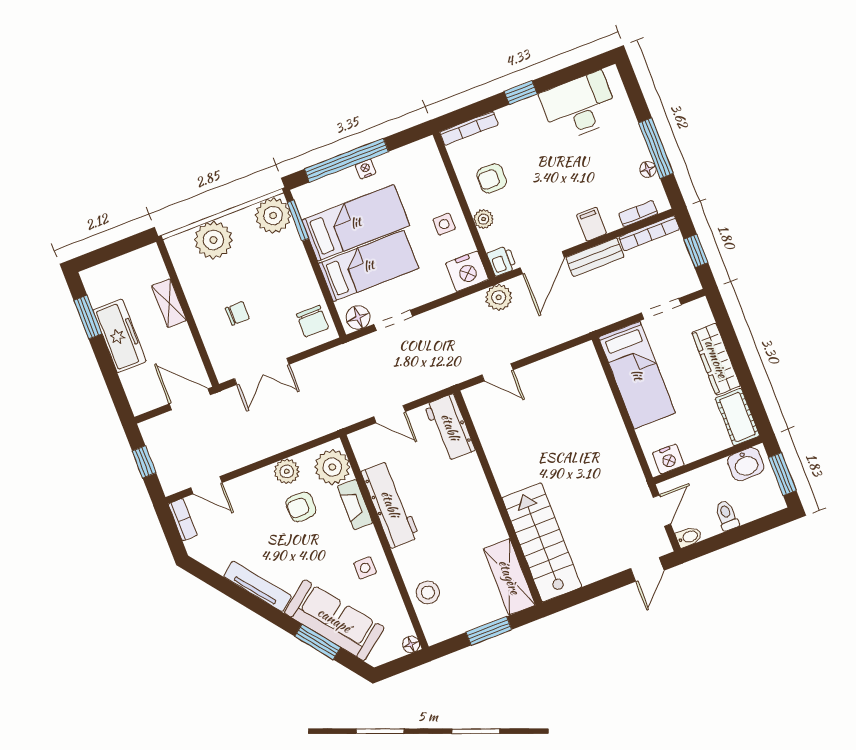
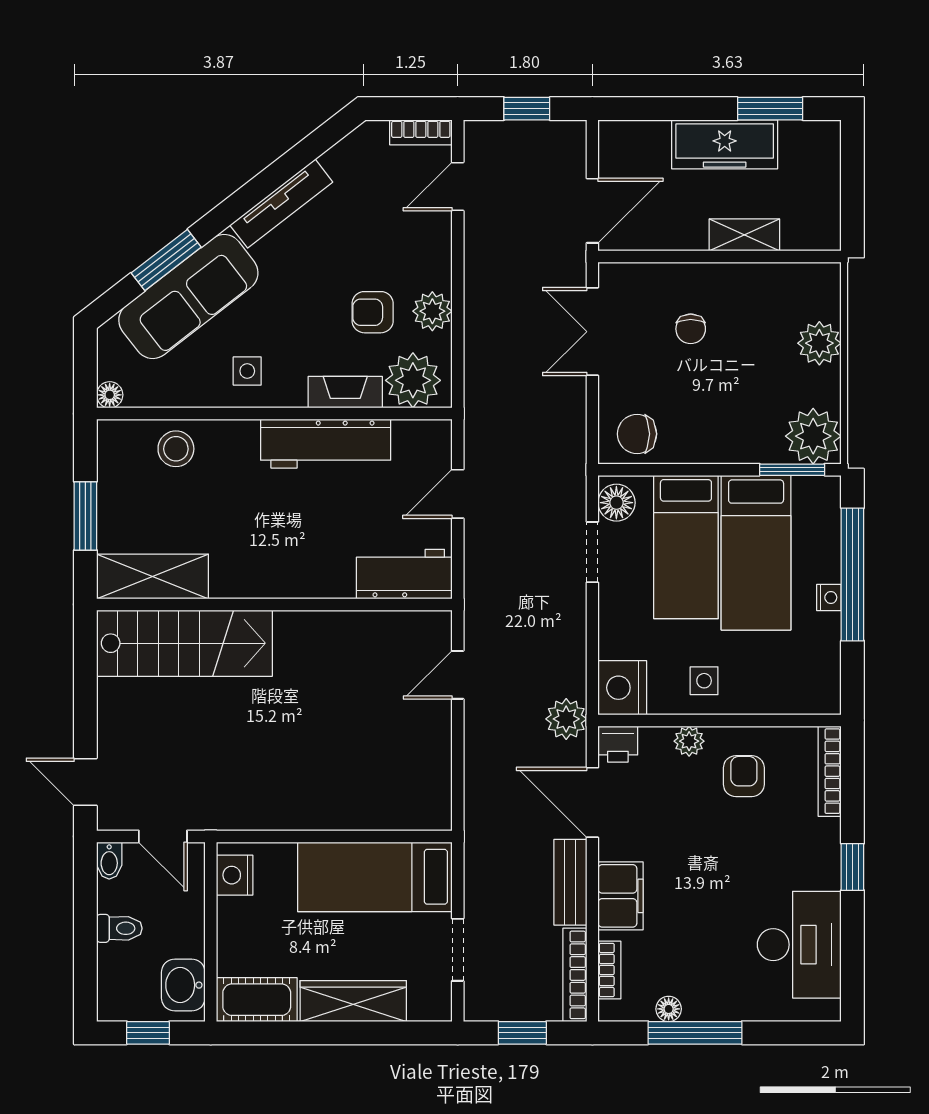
filing cabinet: (592, 224) -> (621, 896), width x2.00
plant: (213, 240) -> (819, 343), width x0.73, depth x0.73
window: (782, 474) -> (148, 1033), width x0.67
armchair: (301, 507) -> (373, 312), turned -90

